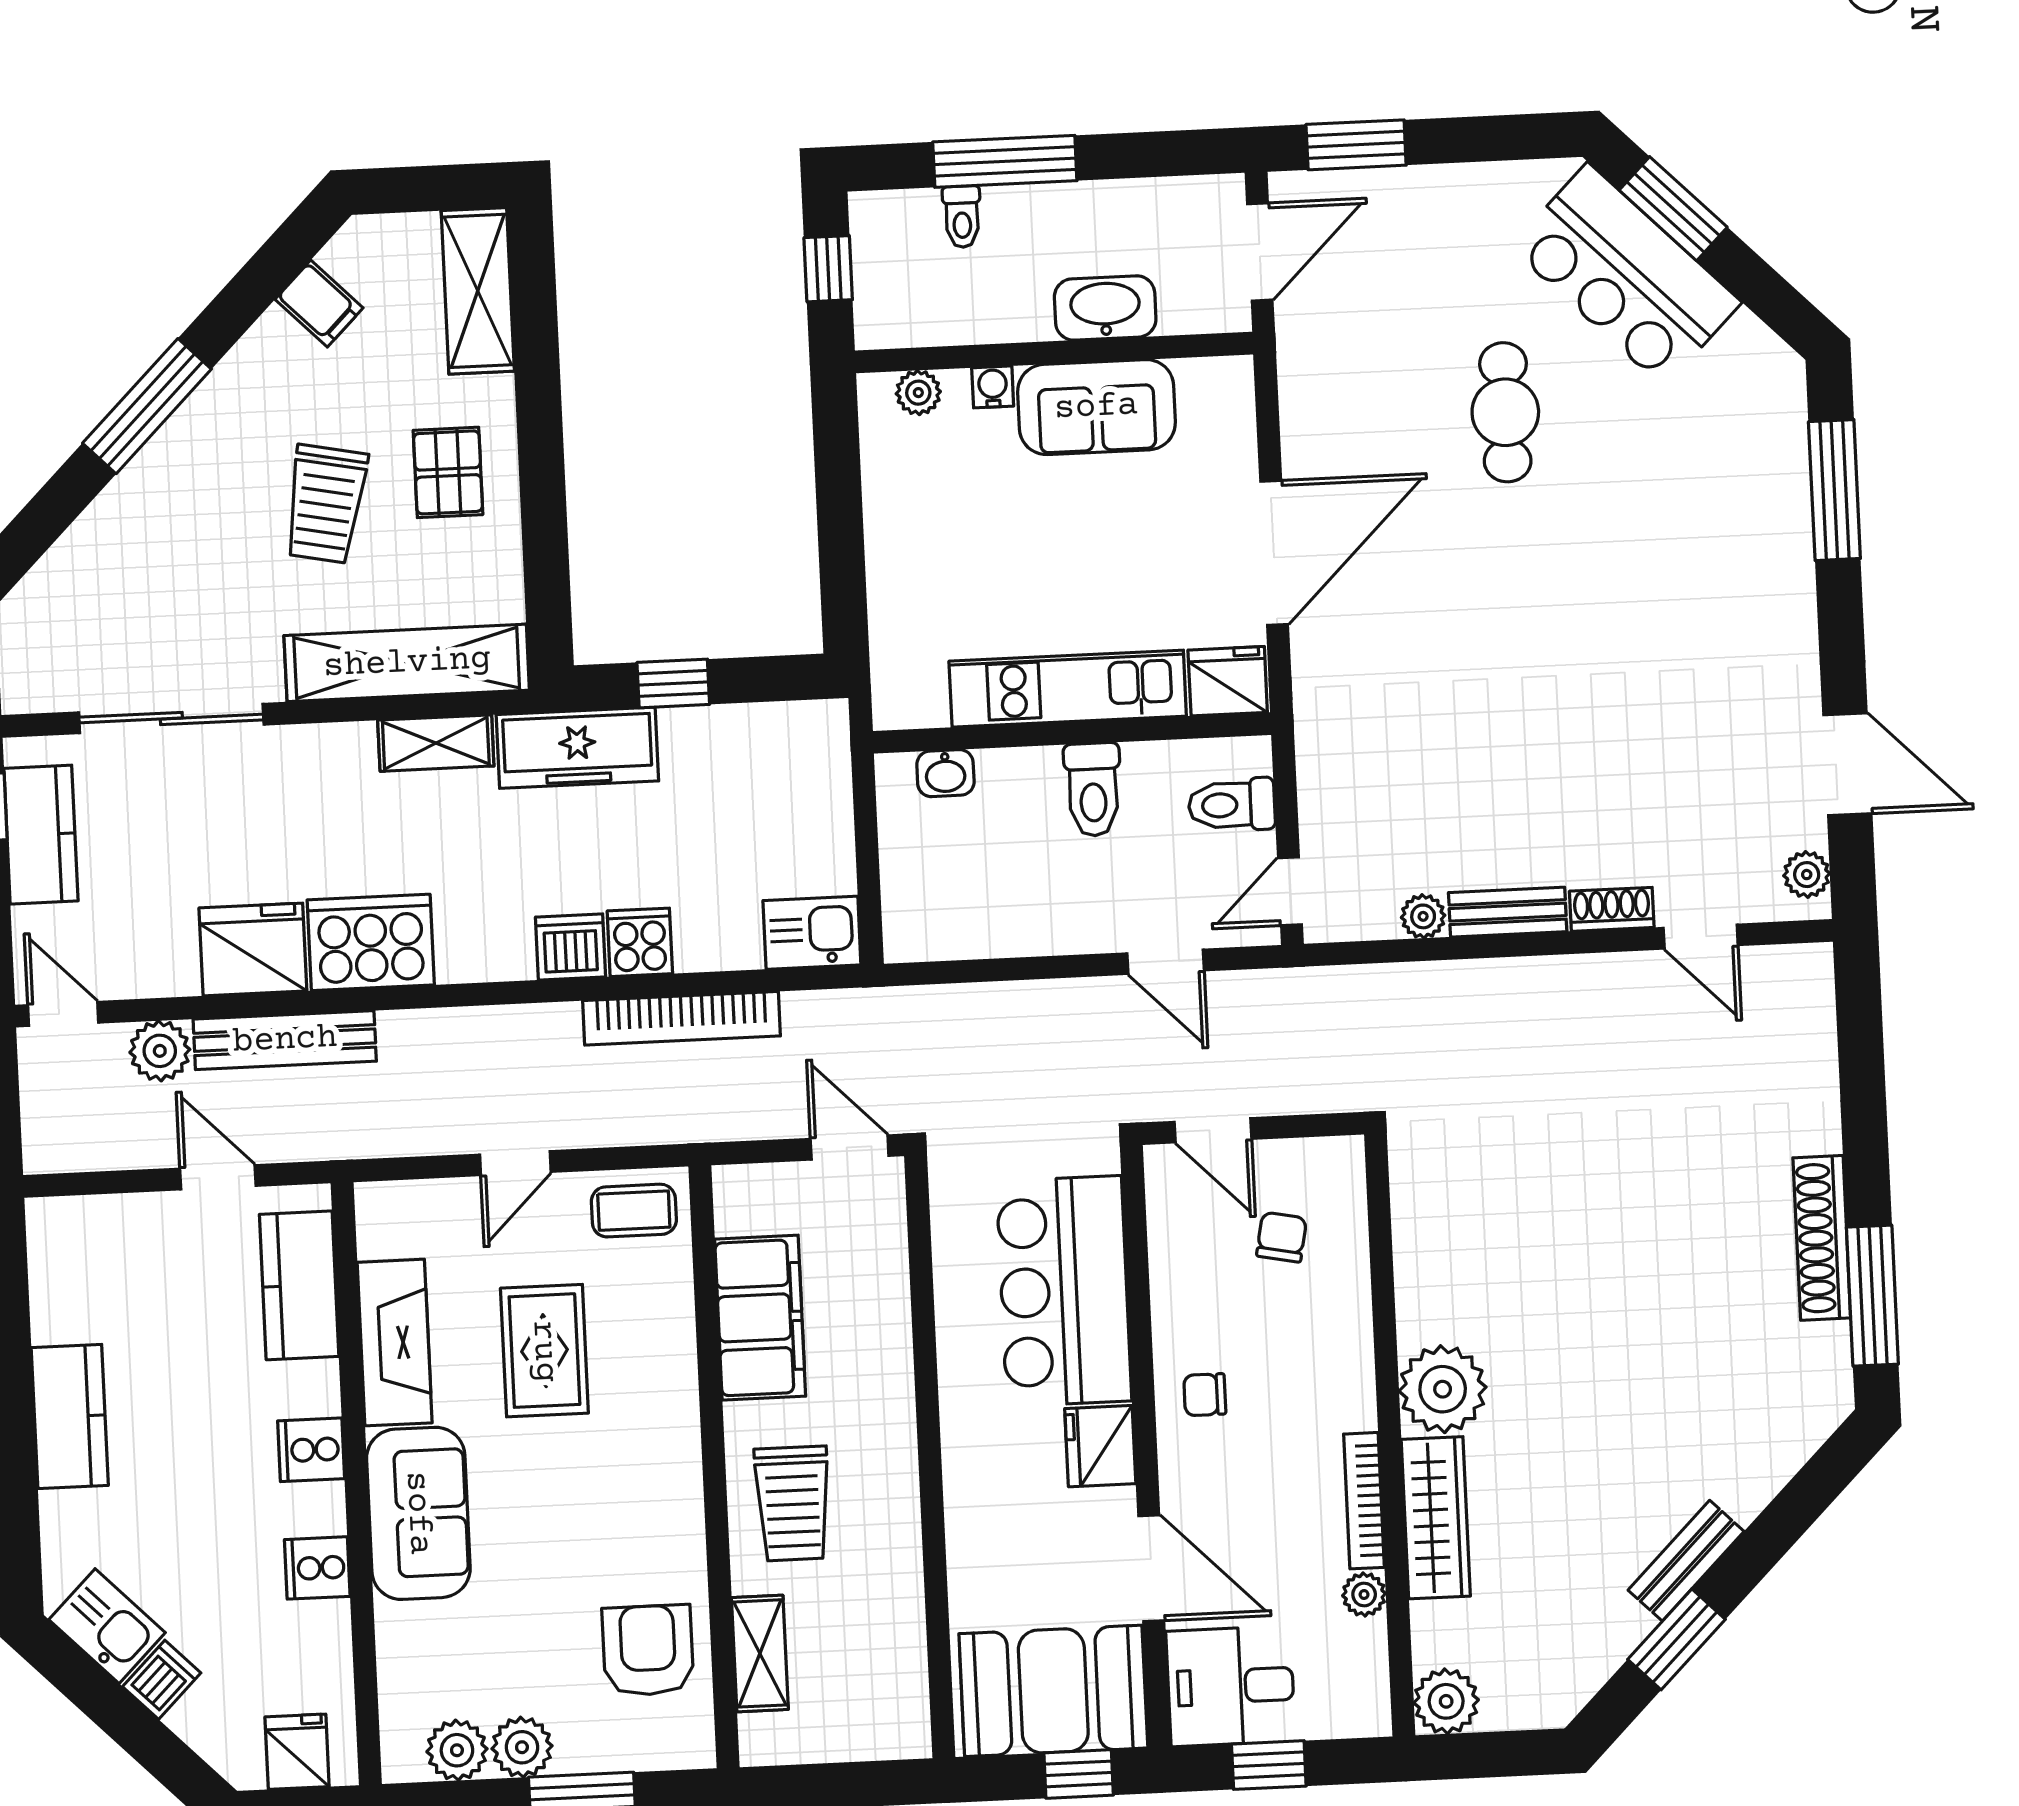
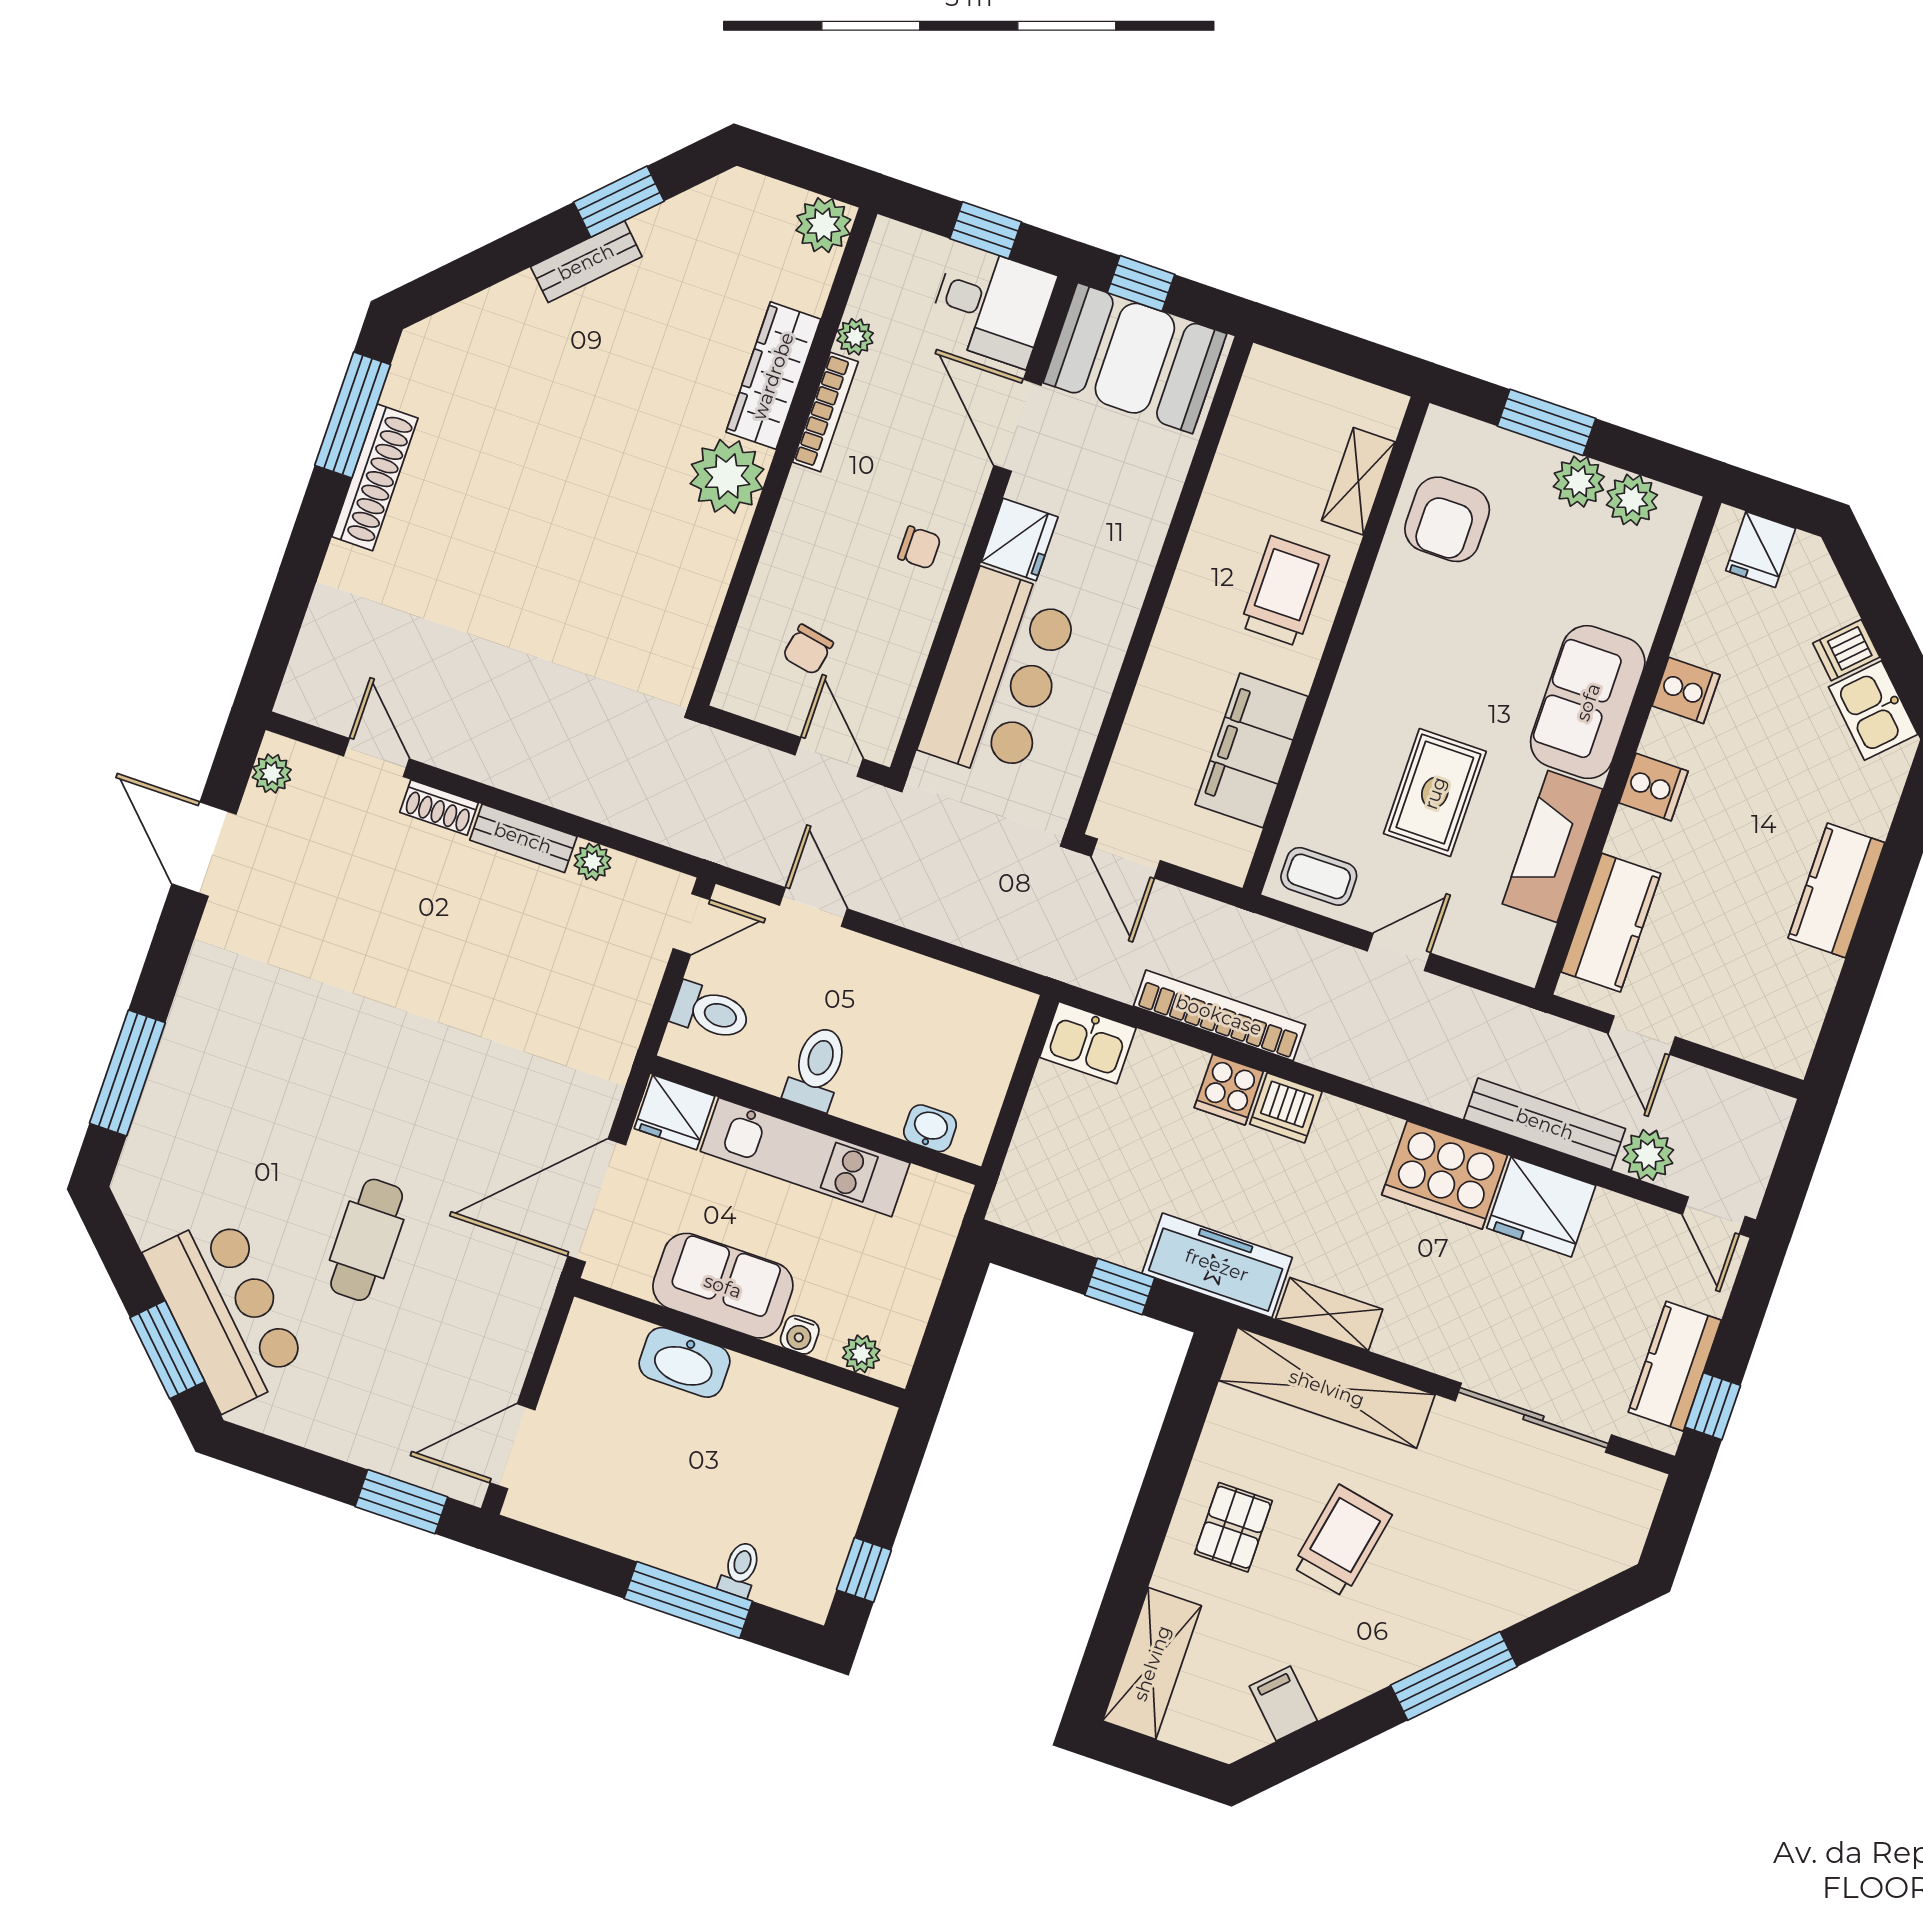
washbasin: (1105, 308) -> (684, 1362), moved
wall: (1054, 353) -> (740, 1343), moved
water cooler: (993, 387) -> (800, 1335), moved
plant: (918, 393) -> (861, 1354), moved
sofa: (1096, 407) -> (723, 1286), moved

